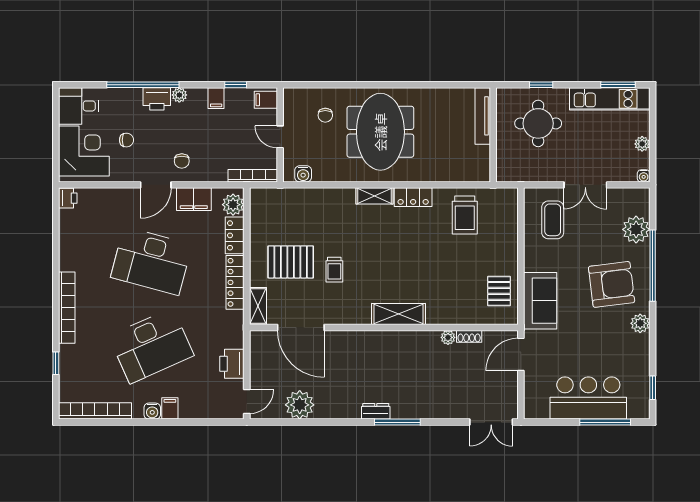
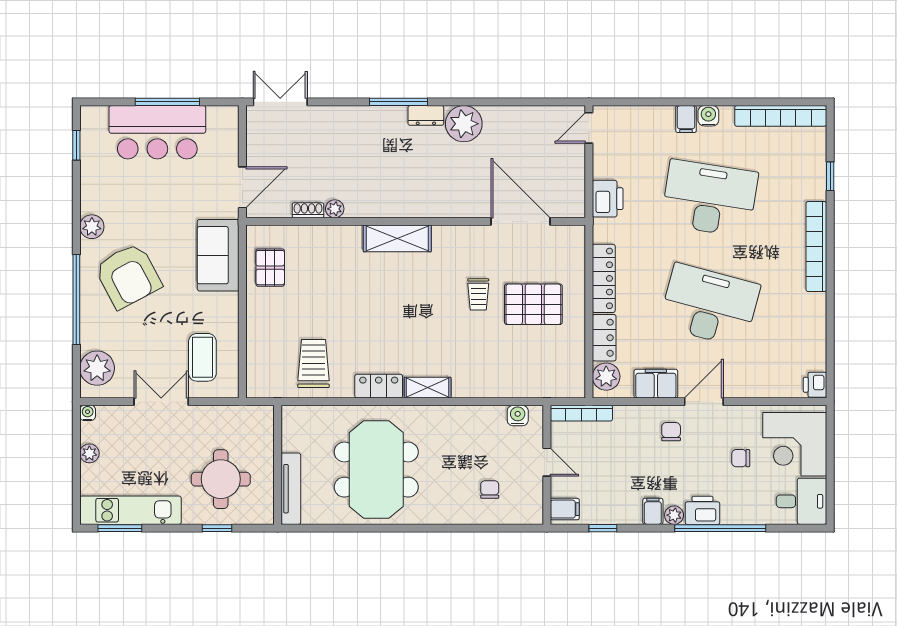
filing cabinet: (216, 98) -> (653, 511), moved
meeting table: (380, 132) -> (376, 470), moved
plant: (636, 229) -> (97, 368), moved
trolley: (334, 270) -> (478, 294), turned 180
armchair: (612, 284) -> (128, 276), turned -111
shelving: (258, 306) -> (575, 249), removed
desk: (151, 346) -> (709, 198), turned 33
printer: (232, 364) -> (608, 199), moved
plant: (300, 405) -> (464, 124), moved
window: (605, 422) -> (167, 102), moved

